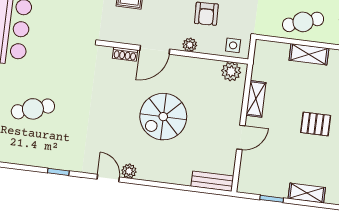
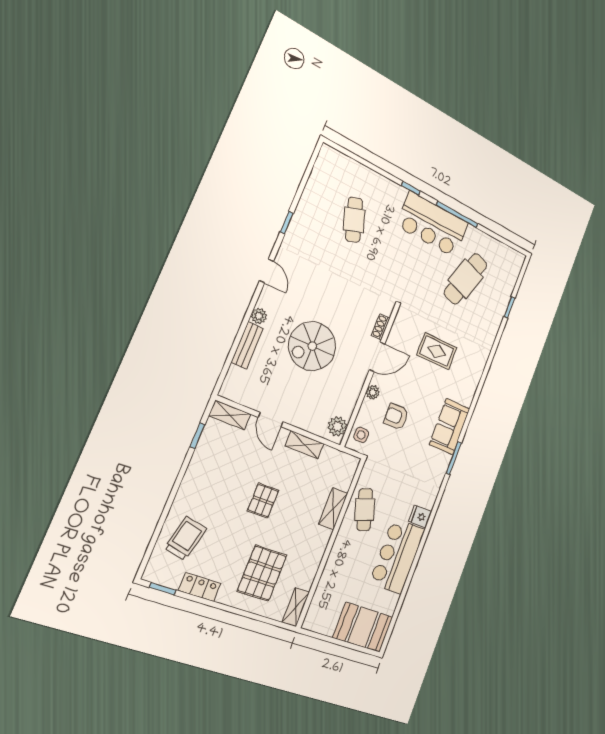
door: (155, 50) -> (377, 357), swing flipped
spiral stairs: (163, 117) -> (312, 346), turned -90
plant: (129, 171) -> (259, 316), moved
door: (108, 178) -> (266, 271), hinge flipped
bench: (212, 181) -> (247, 345), moved
shelving: (307, 193) -> (230, 415), moved, turned 90

